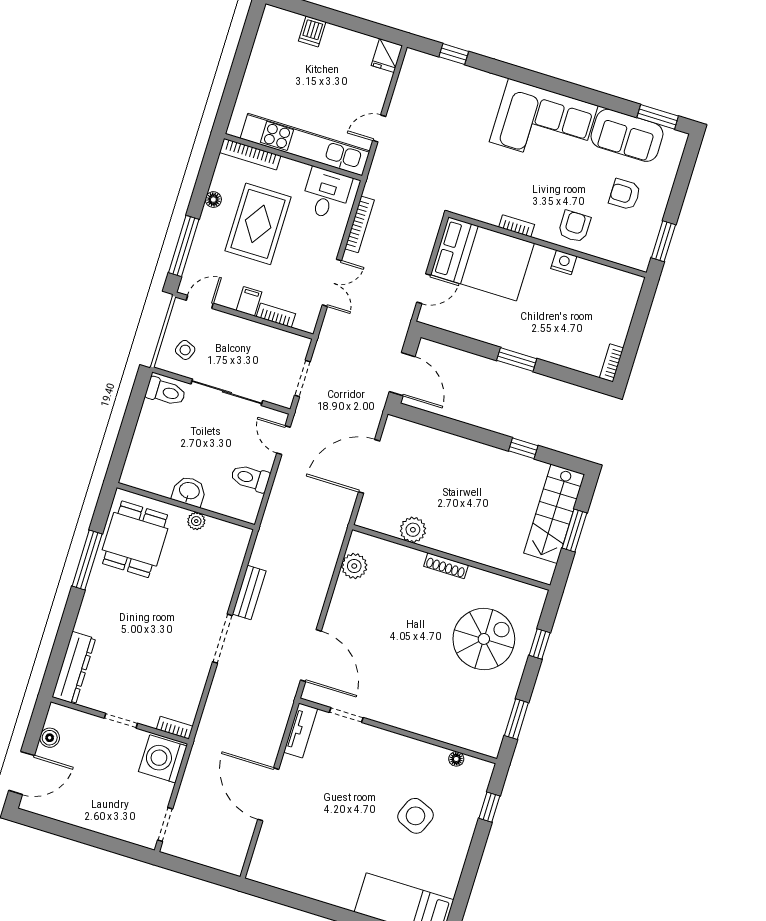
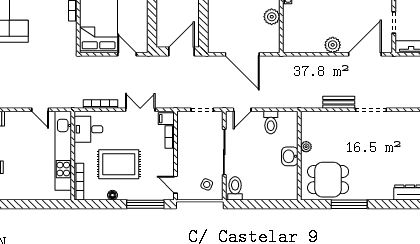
filing cabinet: (249, 301) -> (166, 119), moved
plant: (354, 566) -> (333, 45), moved

